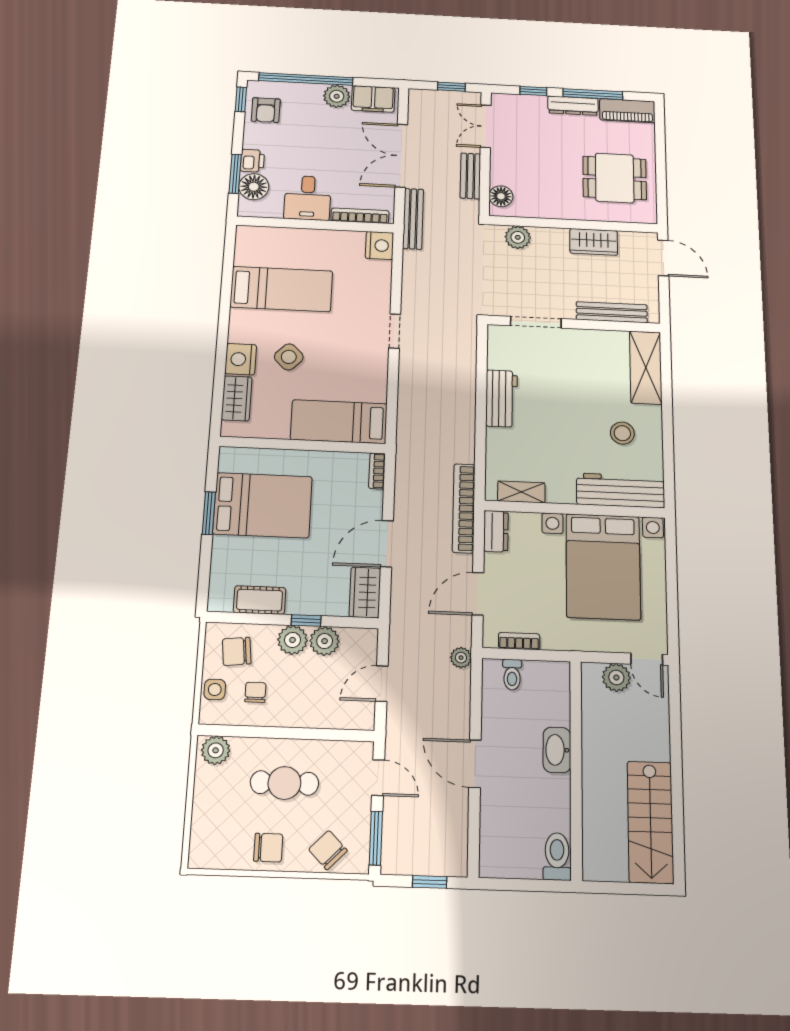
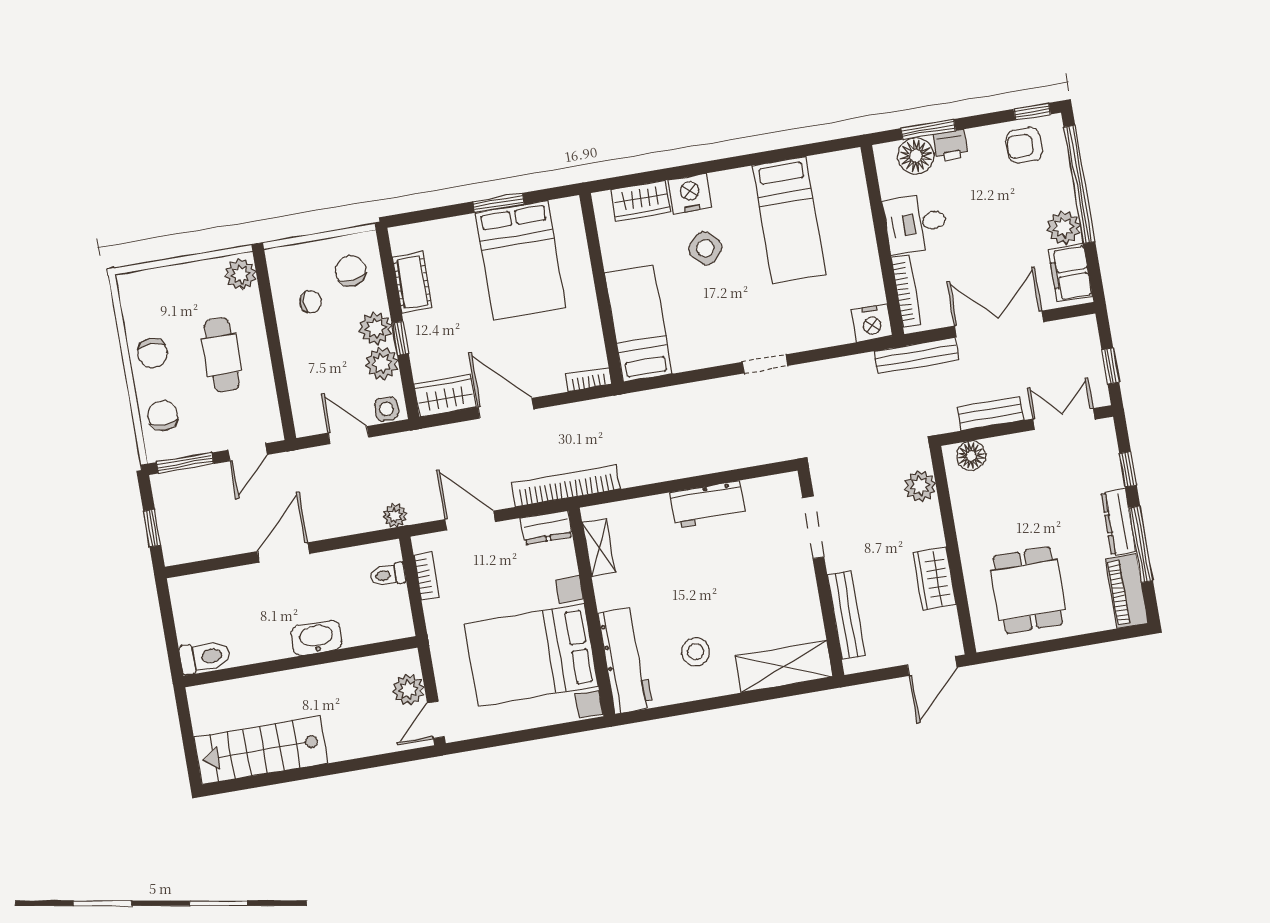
side table: (215, 689) -> (386, 409), moved
chair: (328, 850) -> (163, 416), turned -45

